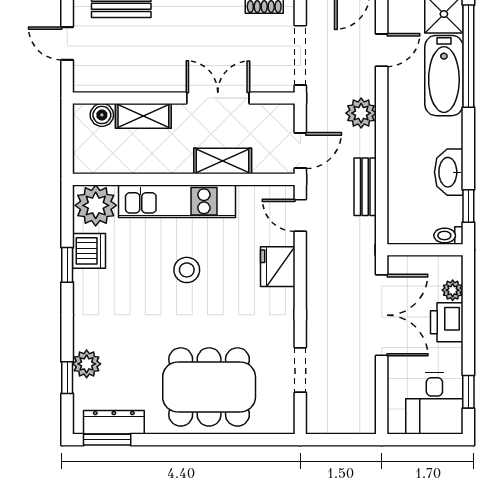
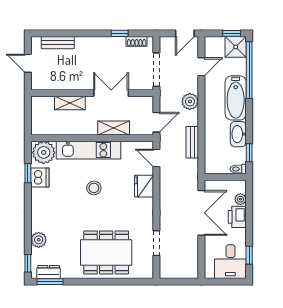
bathtub: (444, 76) -> (236, 98), moved
boiler: (102, 115) -> (47, 103), removed
window: (67, 265) -> (28, 173), moved
window: (67, 378) -> (28, 263), moved
dresser: (114, 422) -> (49, 272), width x0.70

